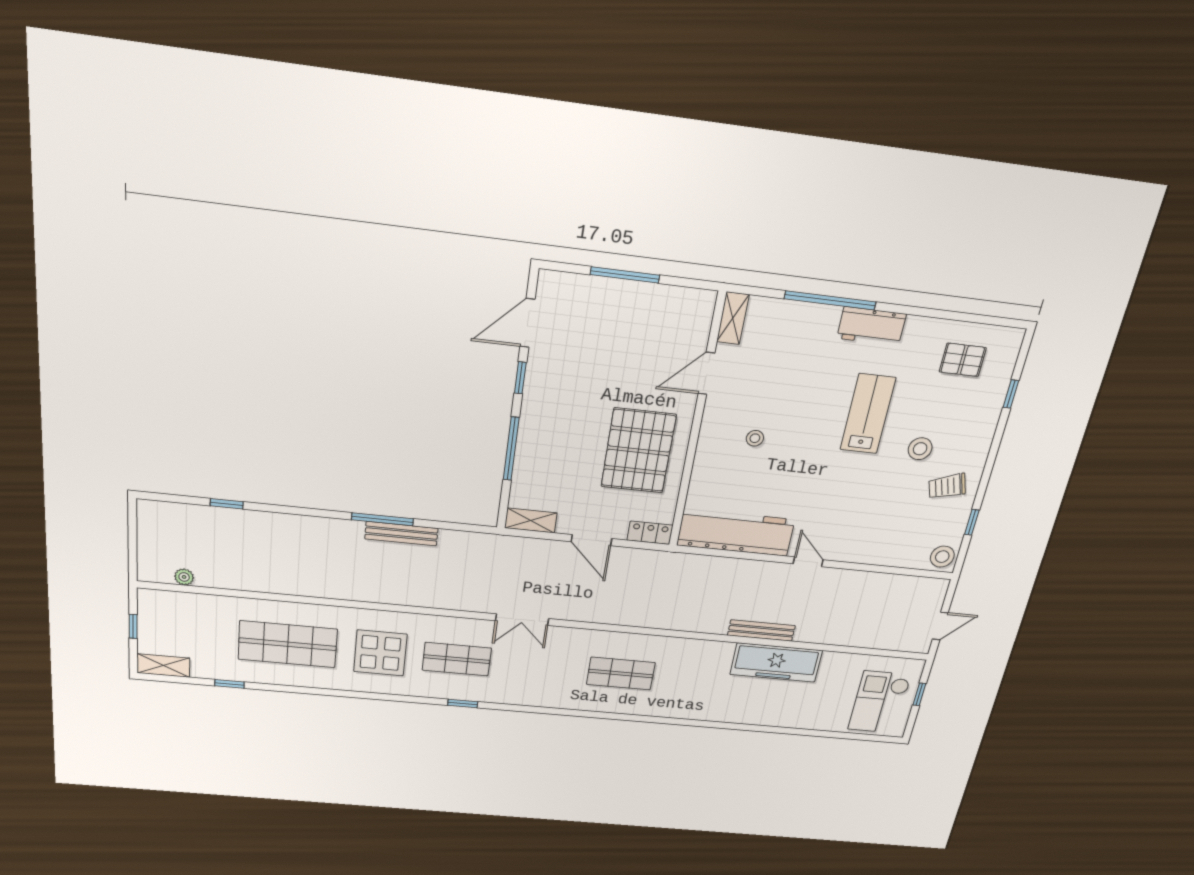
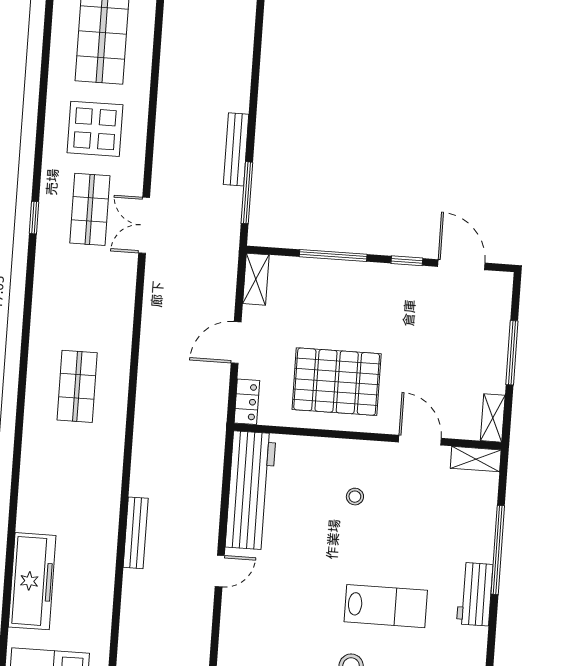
shelving: (692, 298) -> (493, 418), added
window: (382, 519) -> (247, 193), moved
double door: (522, 620) -> (144, 225), moved
freezer: (776, 663) -> (32, 581), moved, turned 180

